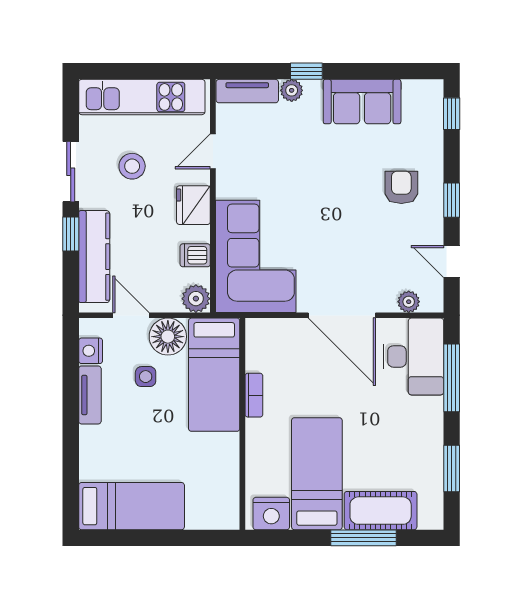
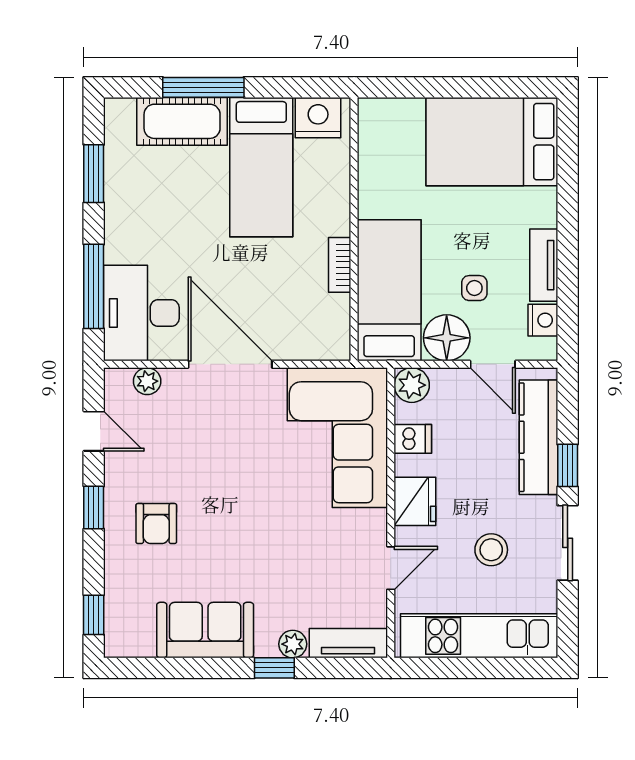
bed: (132, 506) -> (492, 142), width x1.50

